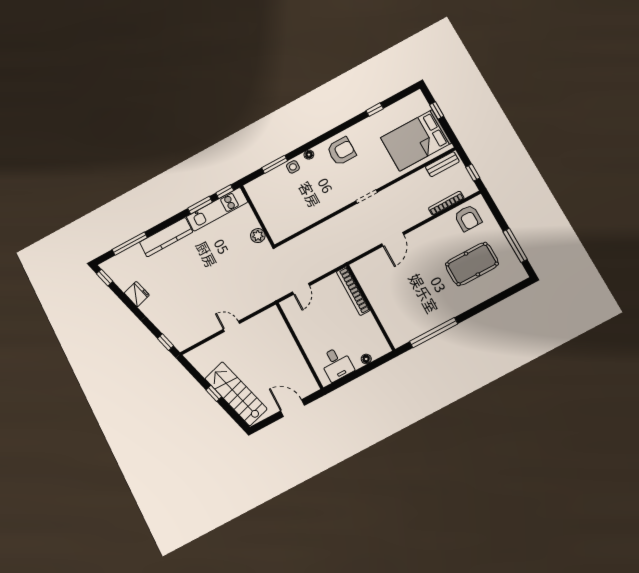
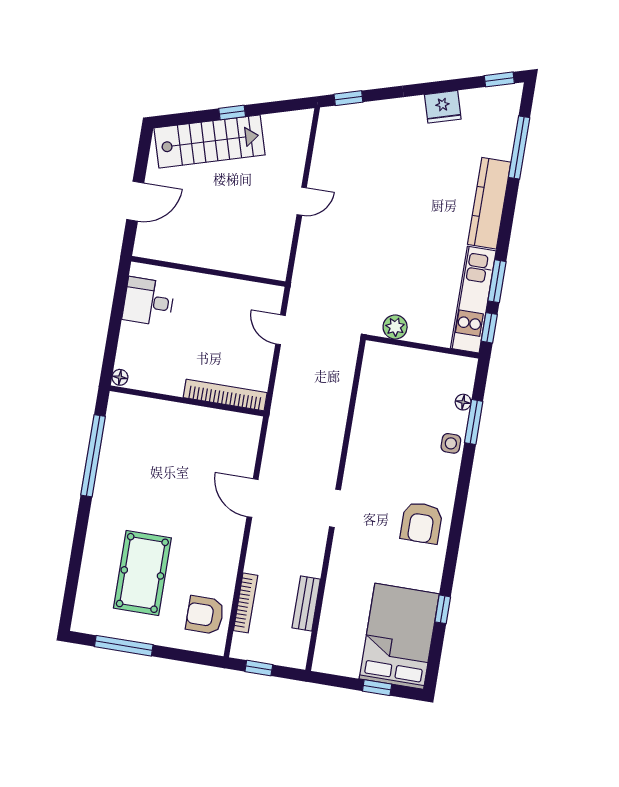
bed: (416, 140) -> (399, 636), moved
floor lamp: (309, 155) -> (463, 402), moved
bench: (442, 164) -> (306, 604), moved
floor lamp: (366, 359) -> (120, 377), moved

